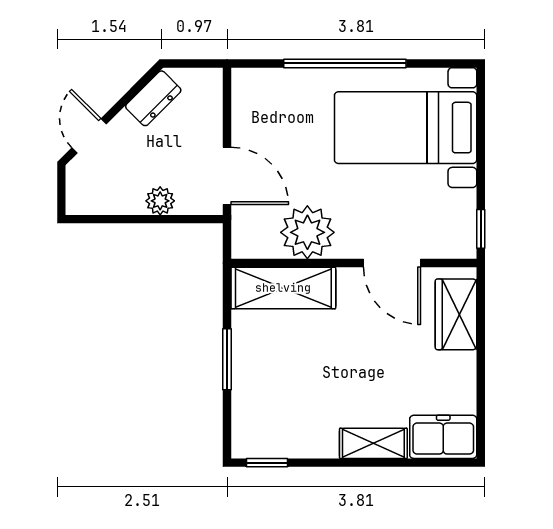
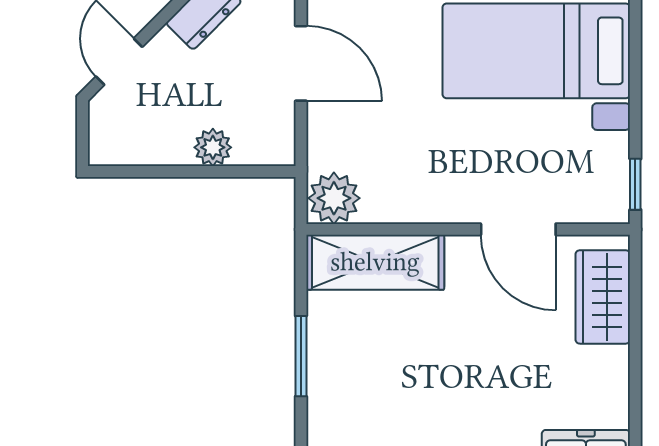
door: (227, 176) -> (301, 63), moved
plant: (307, 232) -> (334, 198), moved, width x0.73, depth x0.73

